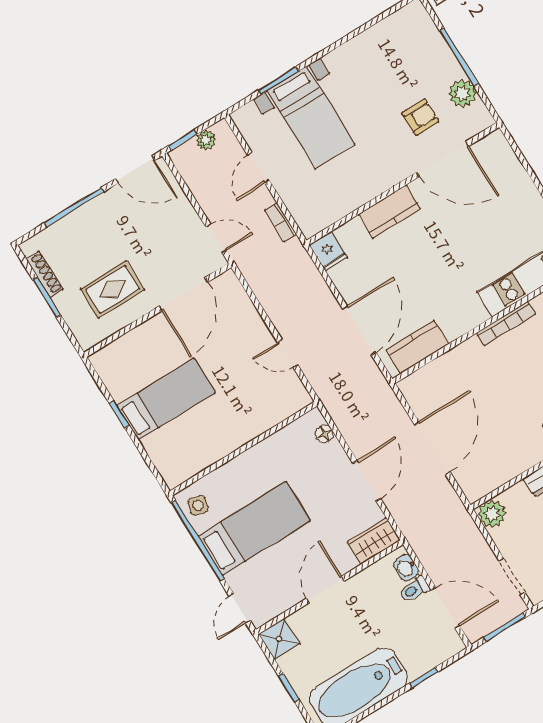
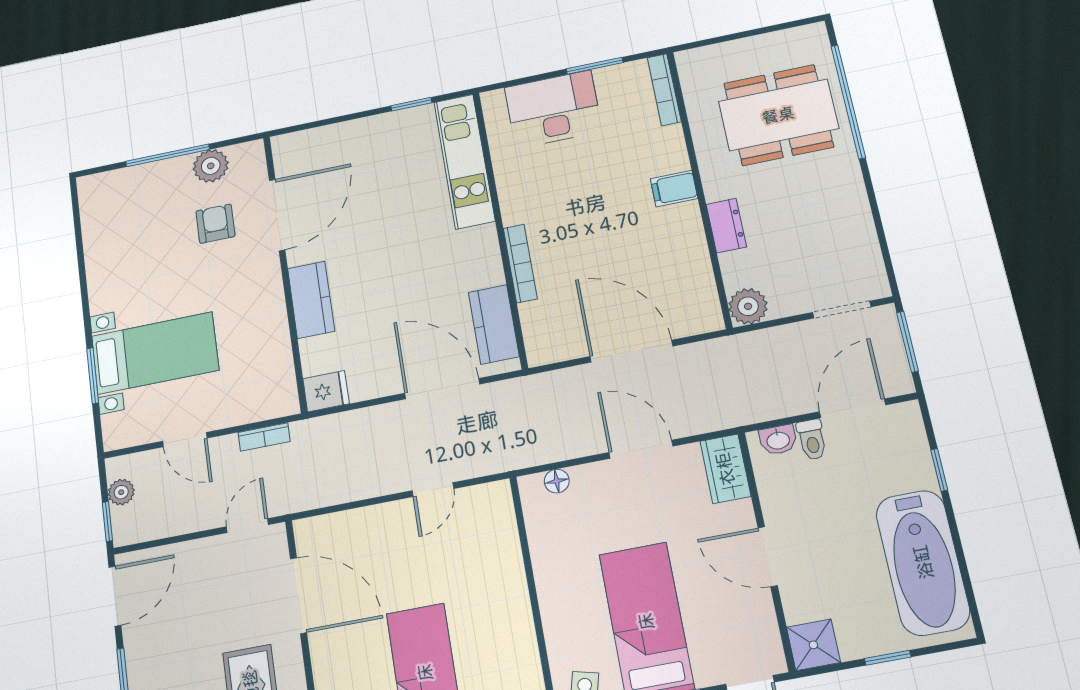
bookcase: (506, 324) -> (520, 263), moved

